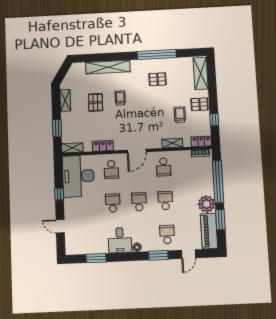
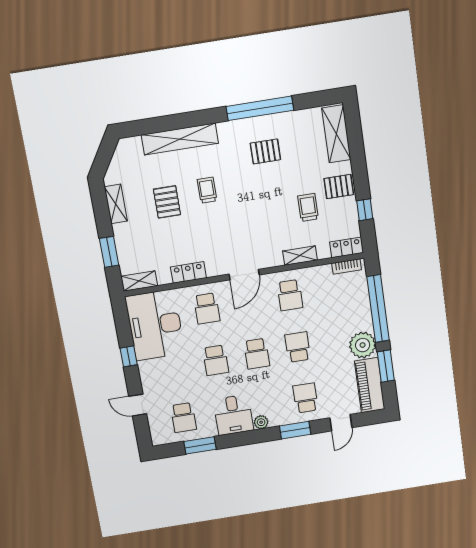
school desk: (139, 202) -> (257, 354), turned 180
school desk: (113, 203) -> (216, 360), turned 180
school desk: (88, 238) -> (184, 418), added

